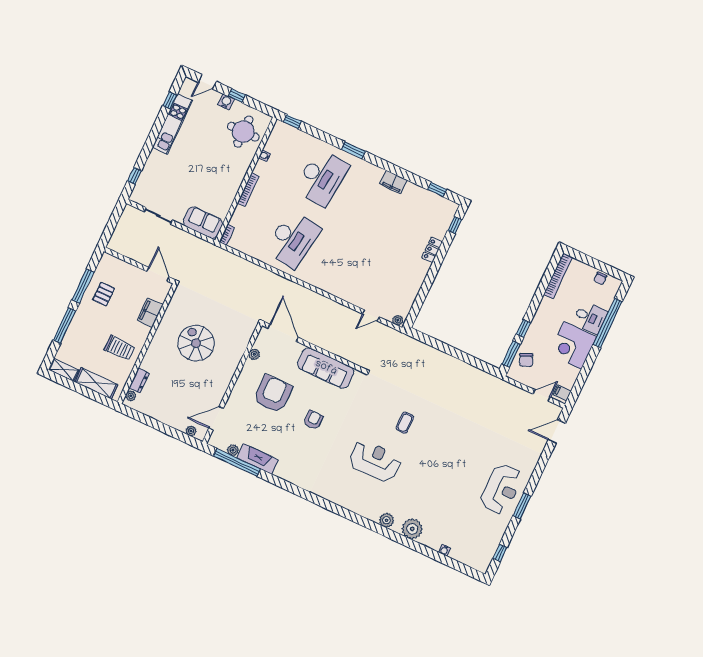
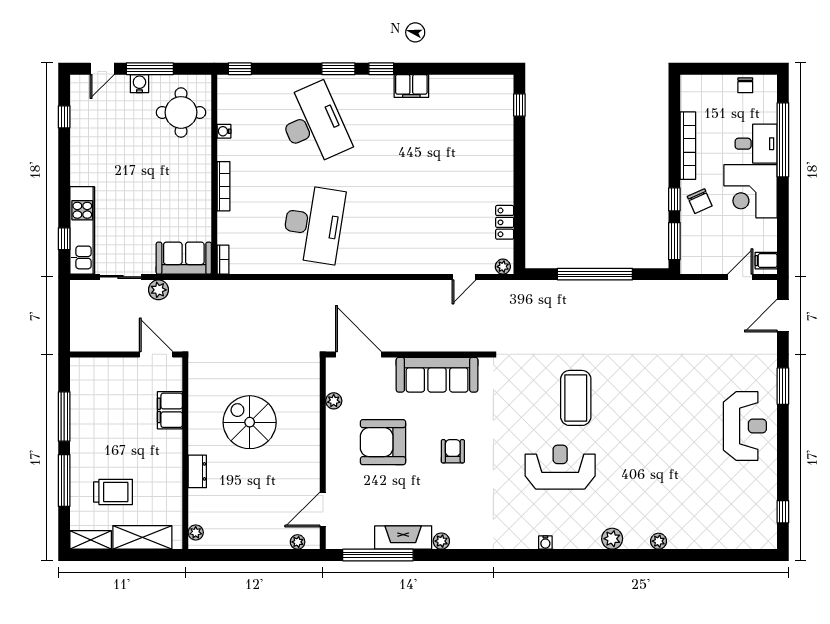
window: (237, 96) -> (150, 69), width x2.17
kitchen unit: (172, 124) -> (82, 230), moved
desk: (322, 177) -> (313, 124), turned -30
window: (437, 190) -> (381, 69), moved
plant: (178, 235) -> (158, 290), added
locker: (432, 250) -> (505, 222), moved
bookcase: (558, 276) -> (688, 146), moved
pallet: (104, 294) -> (97, 415), removed
trolley: (120, 348) -> (113, 492), moved
window: (453, 352) -> (595, 274), added
chair: (526, 360) -> (700, 201), moved
dresser: (139, 380) -> (197, 471), moved
armchair: (273, 394) -> (383, 442), turned -90
coffee table: (405, 423) -> (576, 398), width x1.86, depth x1.72
plant: (233, 450) -> (441, 541), moved
window: (522, 506) -> (783, 386), moved
plant: (412, 529) -> (658, 541), width x0.53, depth x0.53
water cooler: (444, 550) -> (545, 542), moved

